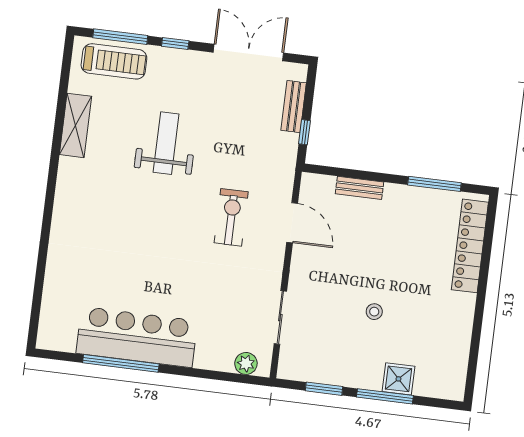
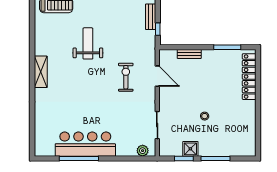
shelving: (75, 125) -> (41, 72), moved
shower: (398, 379) -> (190, 149), moved

